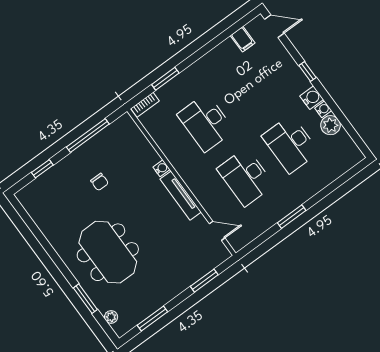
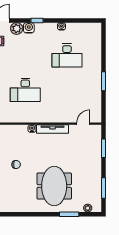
water cooler: (312, 98) -> (29, 28), moved
plant: (330, 125) -> (17, 29), moved
desk: (246, 177) -> (67, 90), removed
meeting table: (108, 252) -> (54, 186), turned 90

